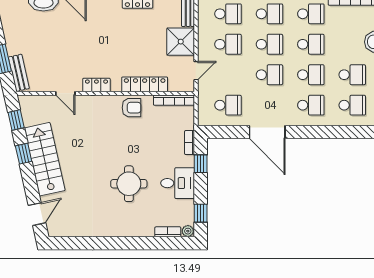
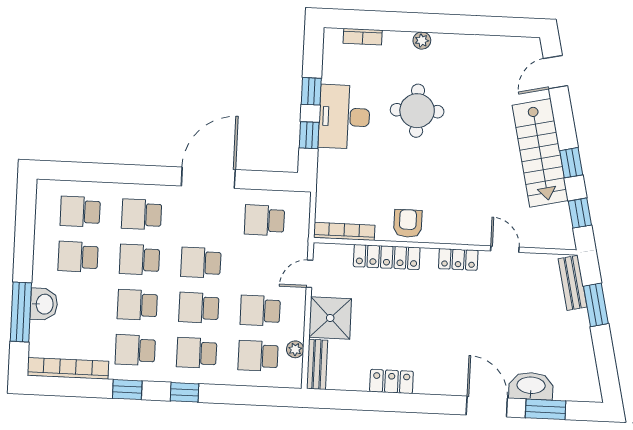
plant: (203, 19) -> (295, 349), added
armchair: (132, 108) -> (408, 223), turned 90
door: (267, 132) -> (208, 178), hinge flipped
bookcase: (190, 143) -> (324, 168), removed
desk: (178, 183) -> (344, 117), width x1.37
window: (201, 213) -> (311, 91), moved
plant: (188, 231) -> (422, 41), moved

